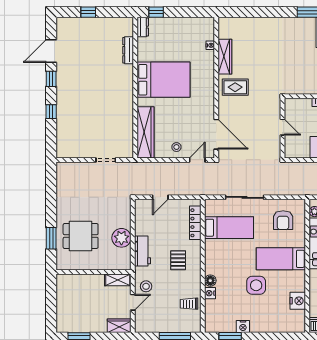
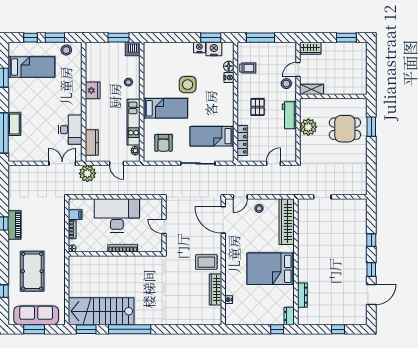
armchair: (283, 220) -> (163, 143), turned 180
floor lamp: (210, 281) -> (229, 66), moved
nightstand: (298, 301) -> (214, 49), moved, turned 90

